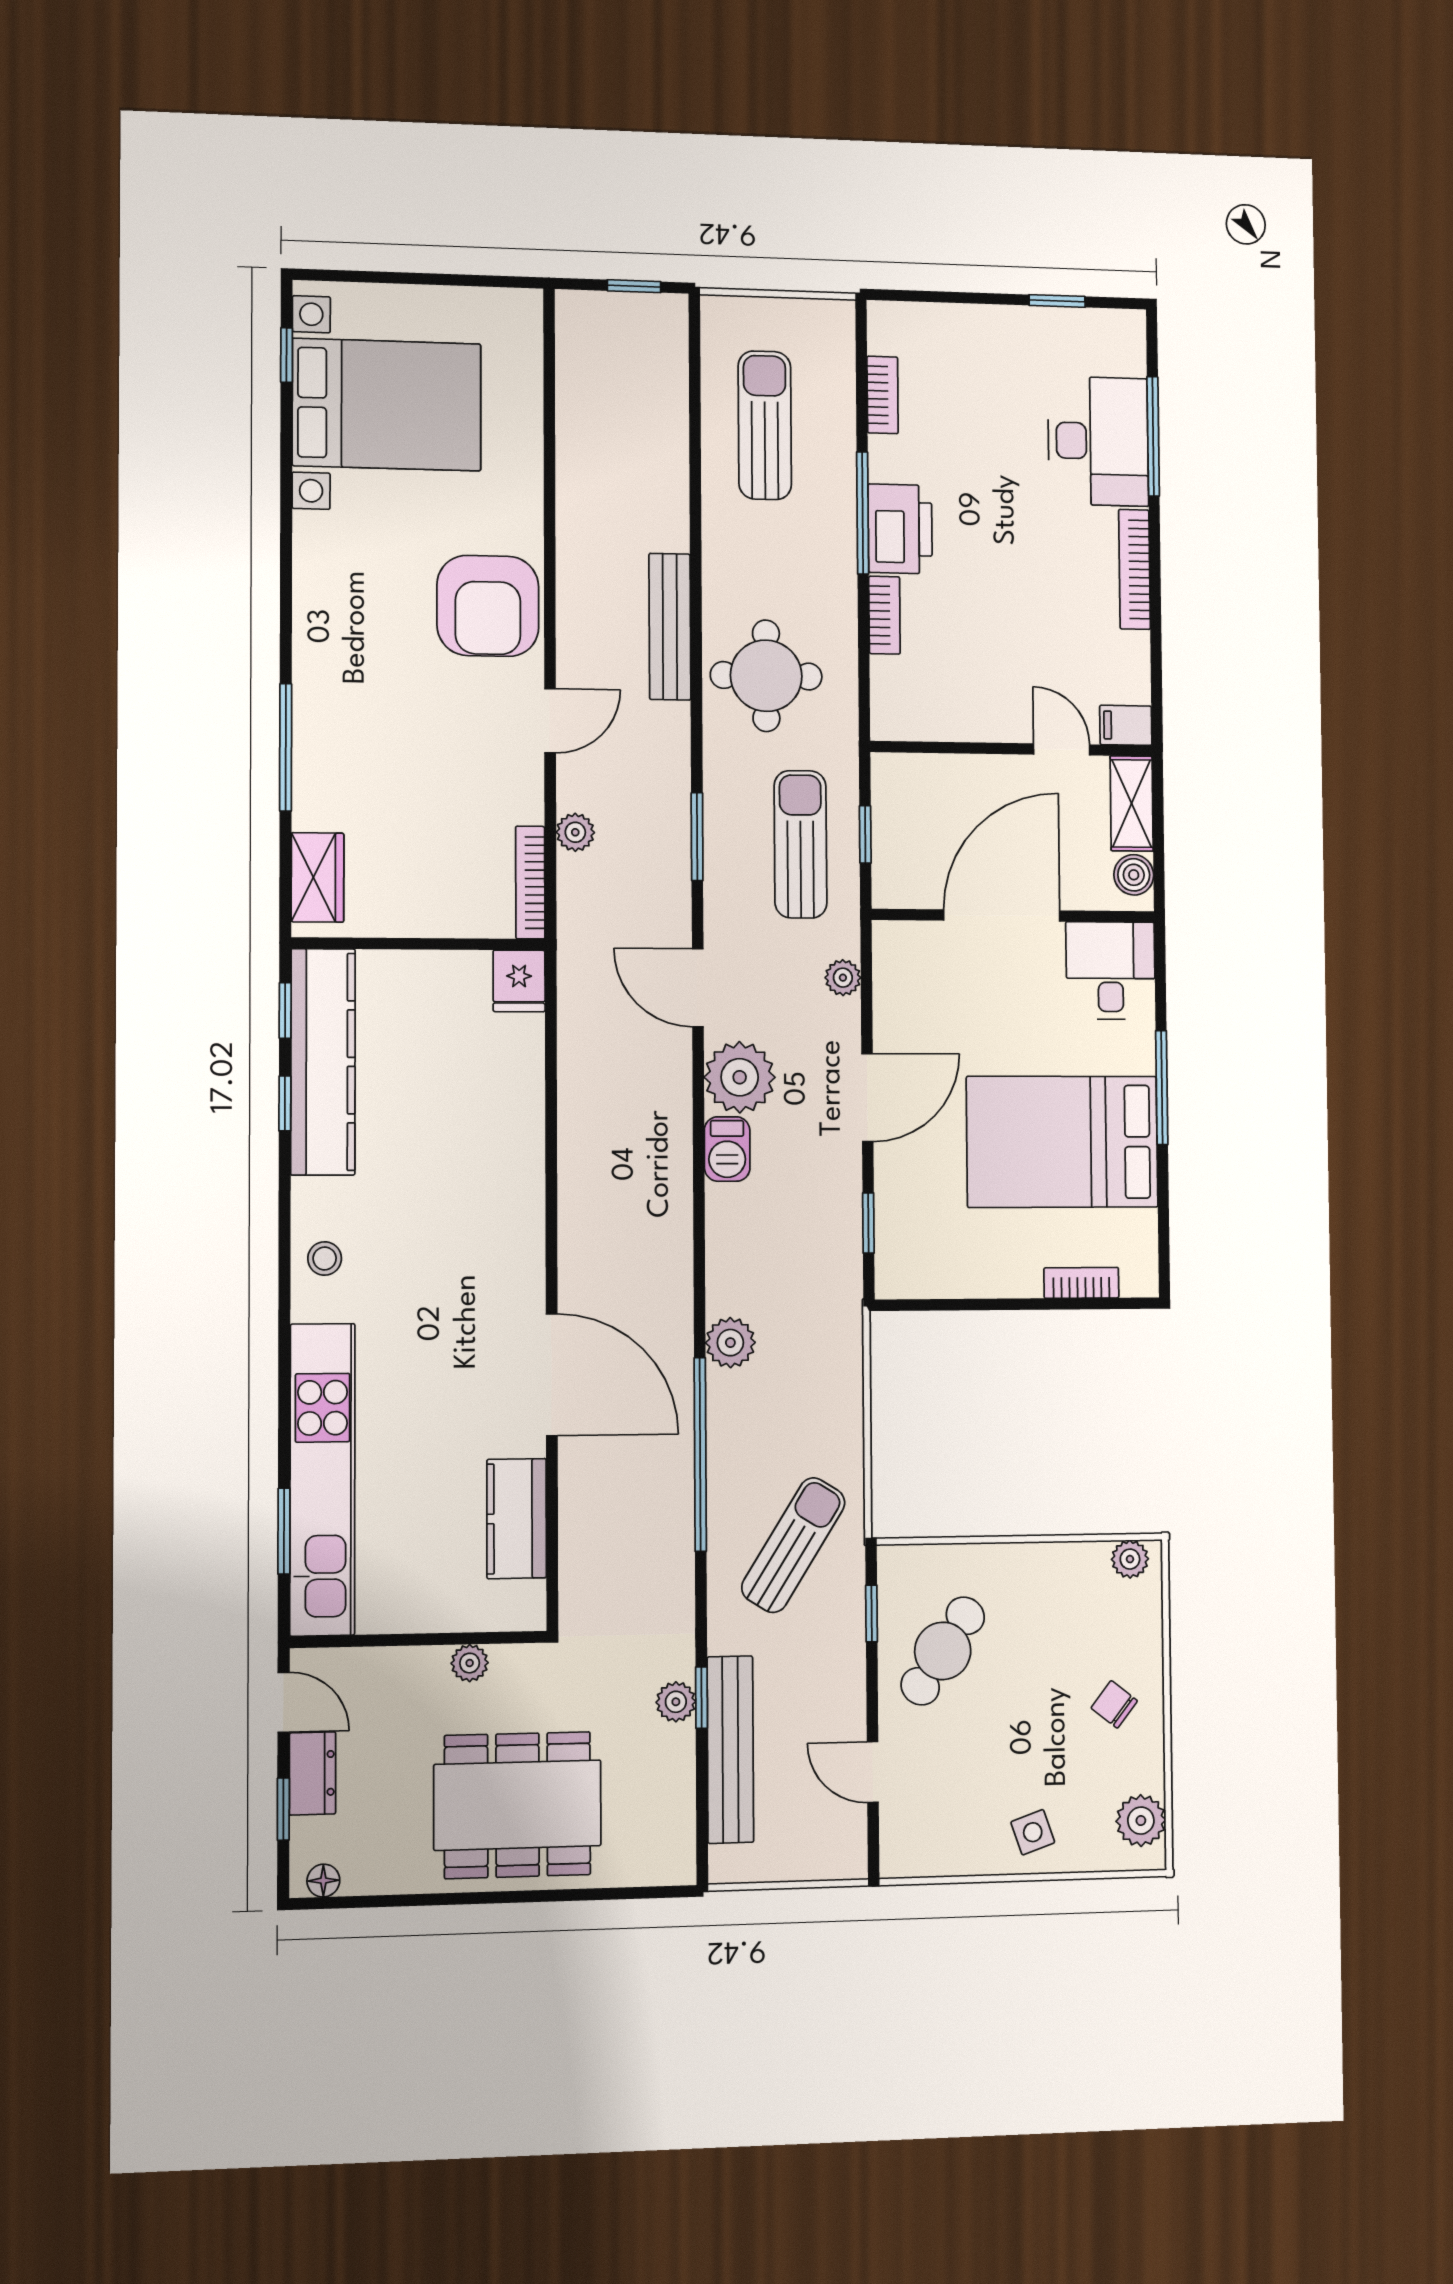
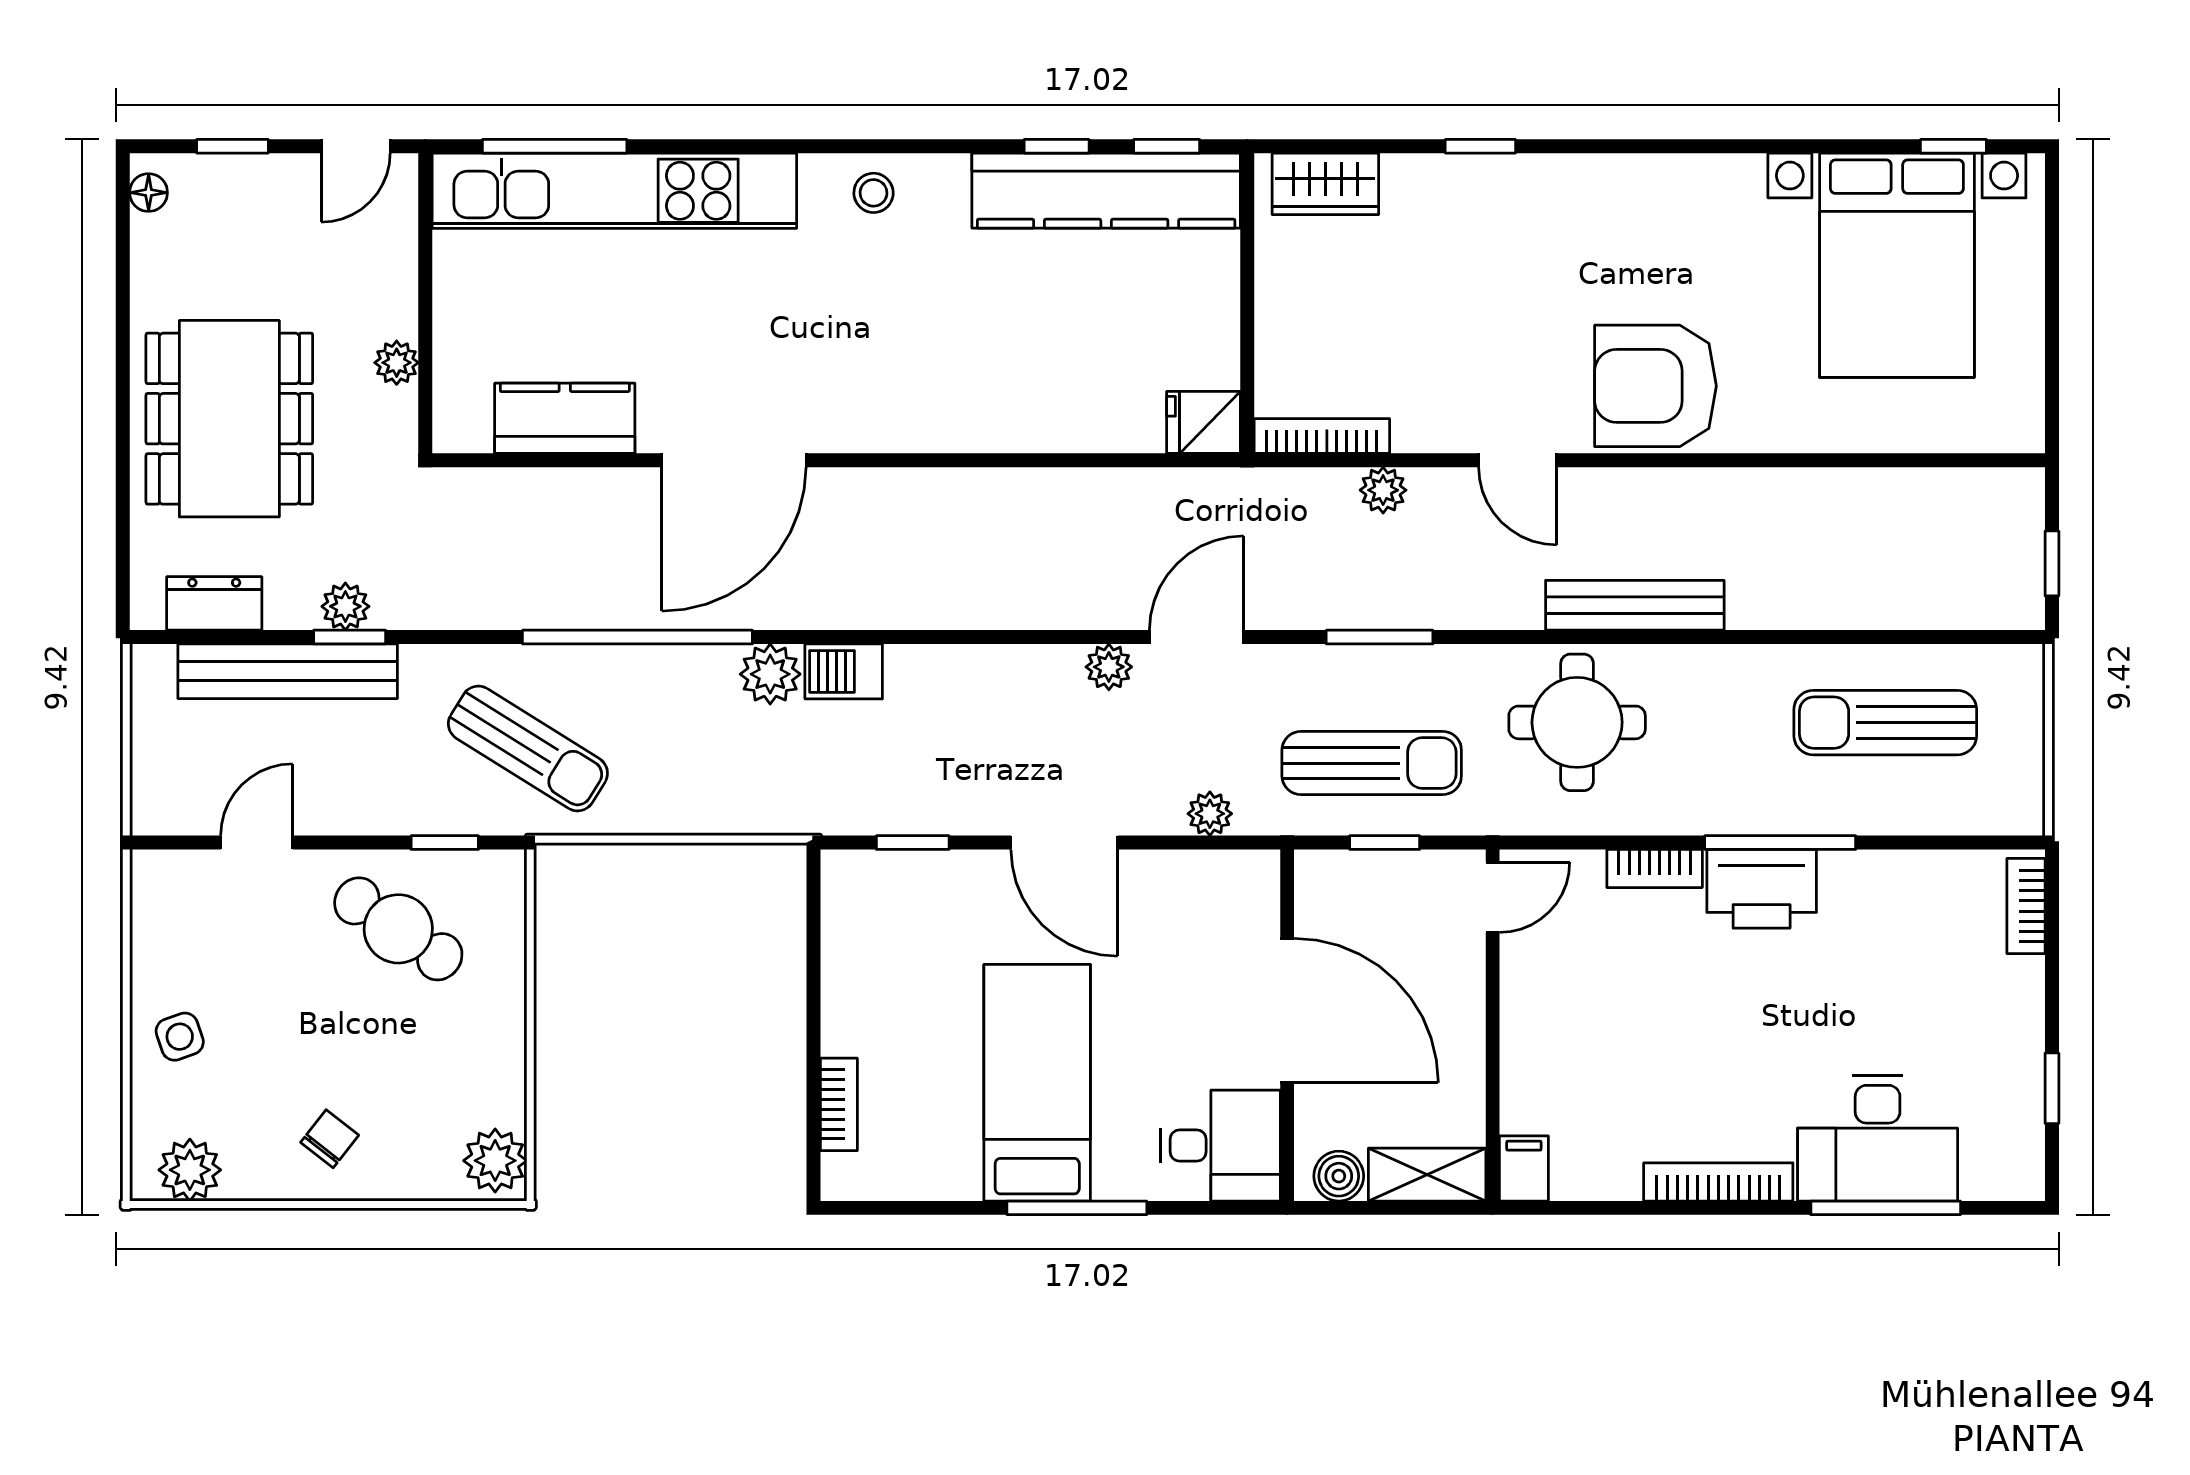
bookcase: (883, 395) -> (2026, 906), moved, turned 90
sun lounger: (765, 425) -> (1885, 723), turned 180
window: (286, 747) -> (1480, 146), width x0.46
door: (1062, 749) -> (1493, 897), moved
plant: (740, 1077) -> (1109, 667), width x0.53, depth x0.53
bed: (1062, 1142) -> (1037, 1083), width x0.67
barbecue: (727, 1149) -> (844, 671), moved
window: (284, 1531) -> (555, 146), width x1.44
plant: (1130, 1559) -> (495, 1161), width x1.38, depth x1.38
dresser: (313, 1773) -> (214, 603), moved, turned 180

